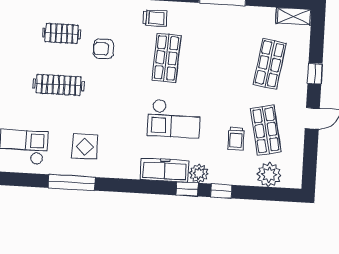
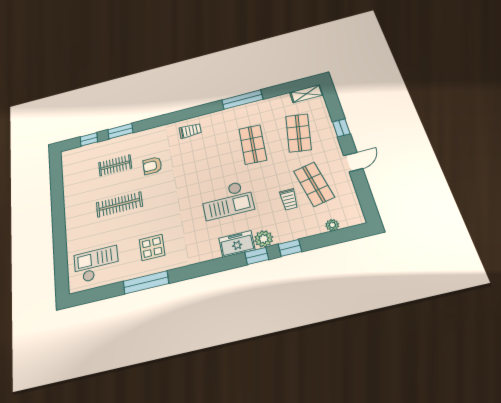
shop shelf: (166, 58) -> (253, 144), moved
freezer: (165, 170) -> (237, 244), width x0.71
plant: (269, 175) -> (332, 225), width x0.53, depth x0.53

